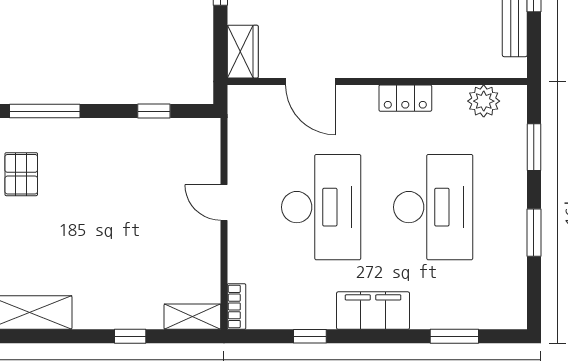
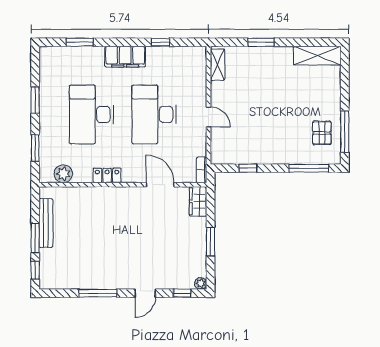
bookcase: (236, 306) -> (202, 170), moved
shelving: (192, 317) -> (217, 65), moved, turned 90
window: (130, 336) -> (261, 42), width x1.50

